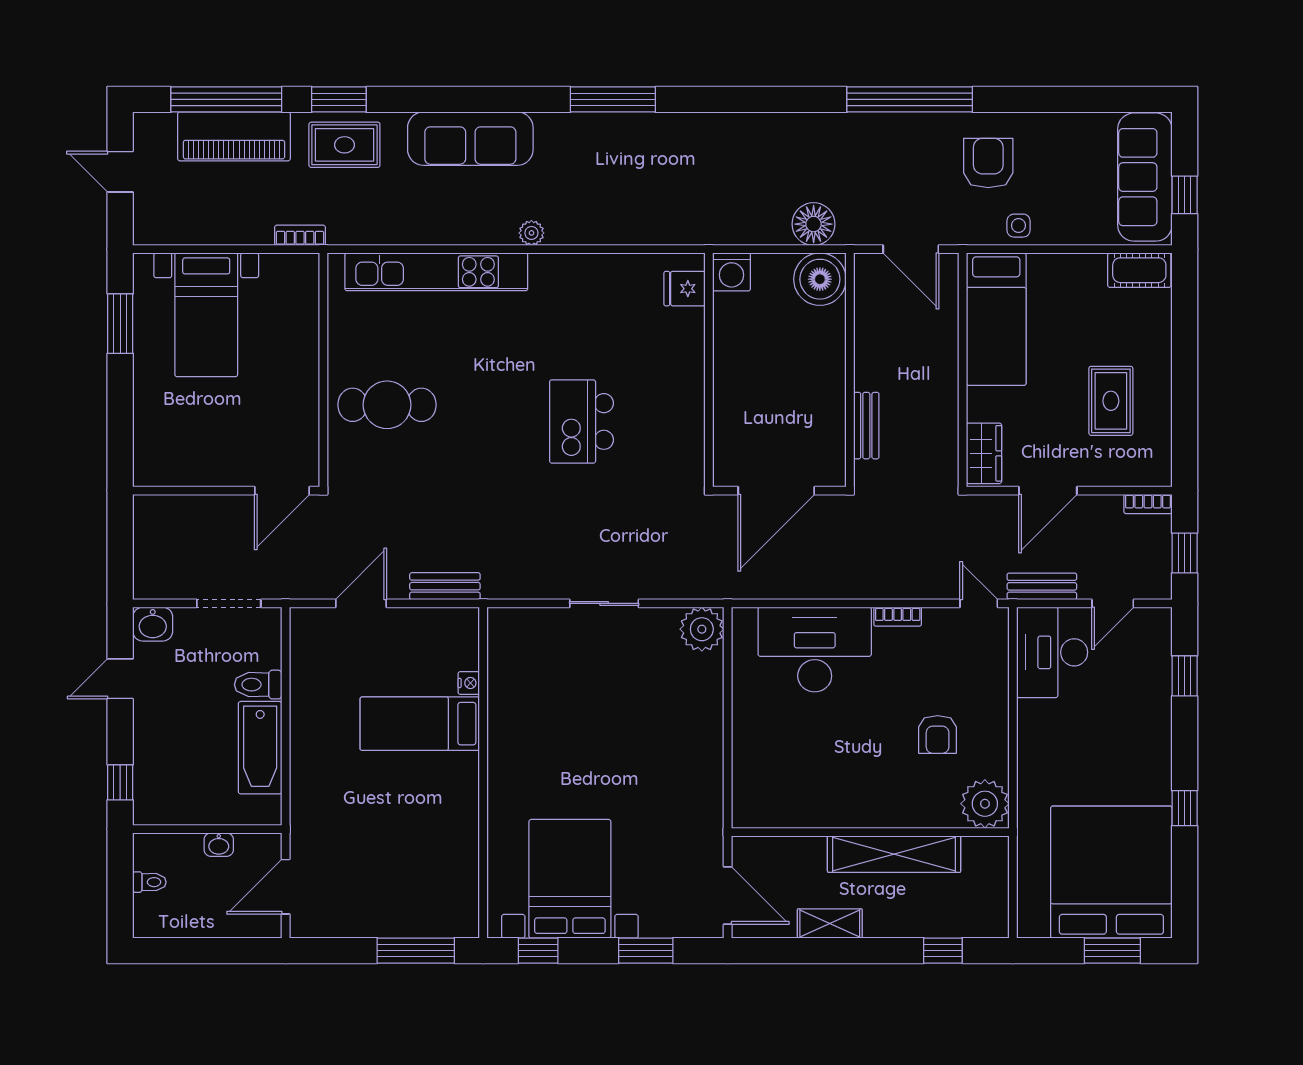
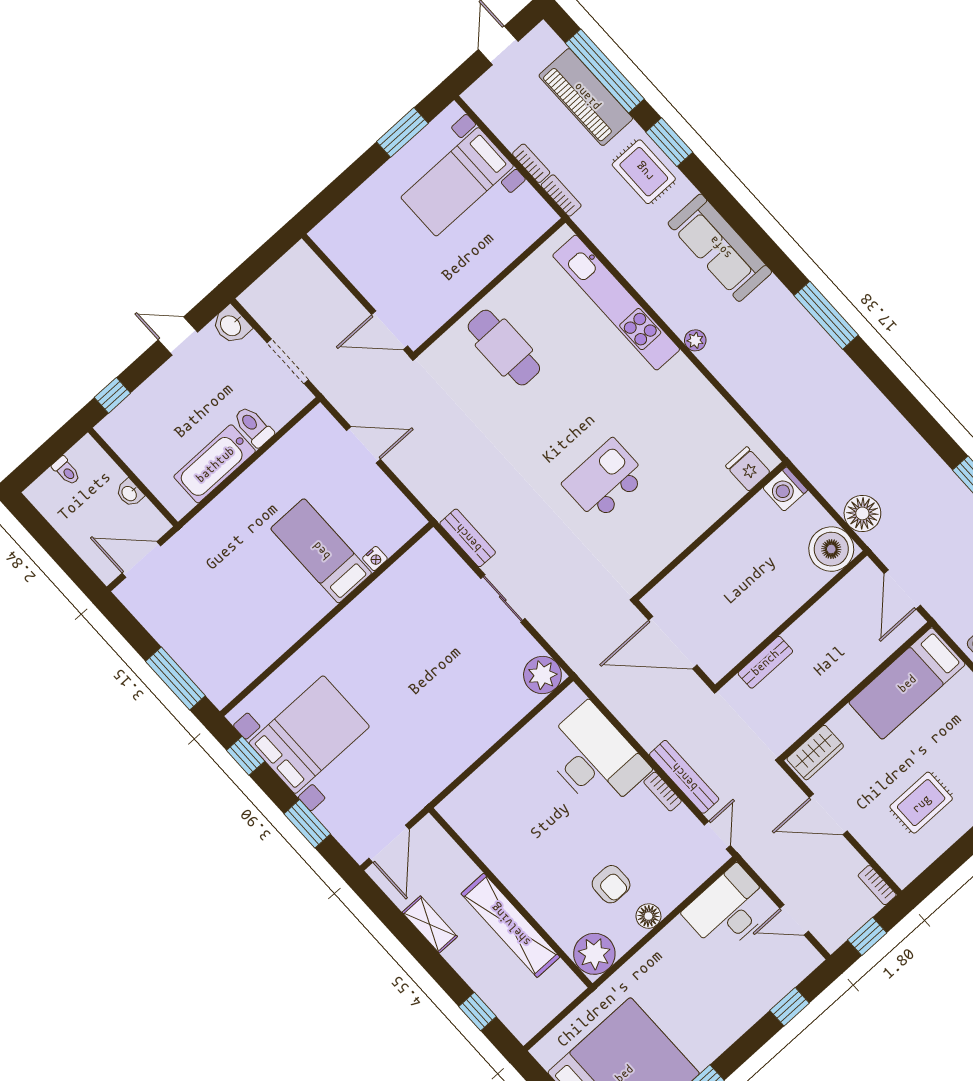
bookcase: (248, 236) -> (531, 163), added
bench: (445, 586) -> (468, 538), moved
bench: (1042, 586) -> (684, 777), moved, width x1.36
floor lamp: (995, 727) -> (648, 916), added
armchair: (938, 734) -> (611, 884), turned -90

